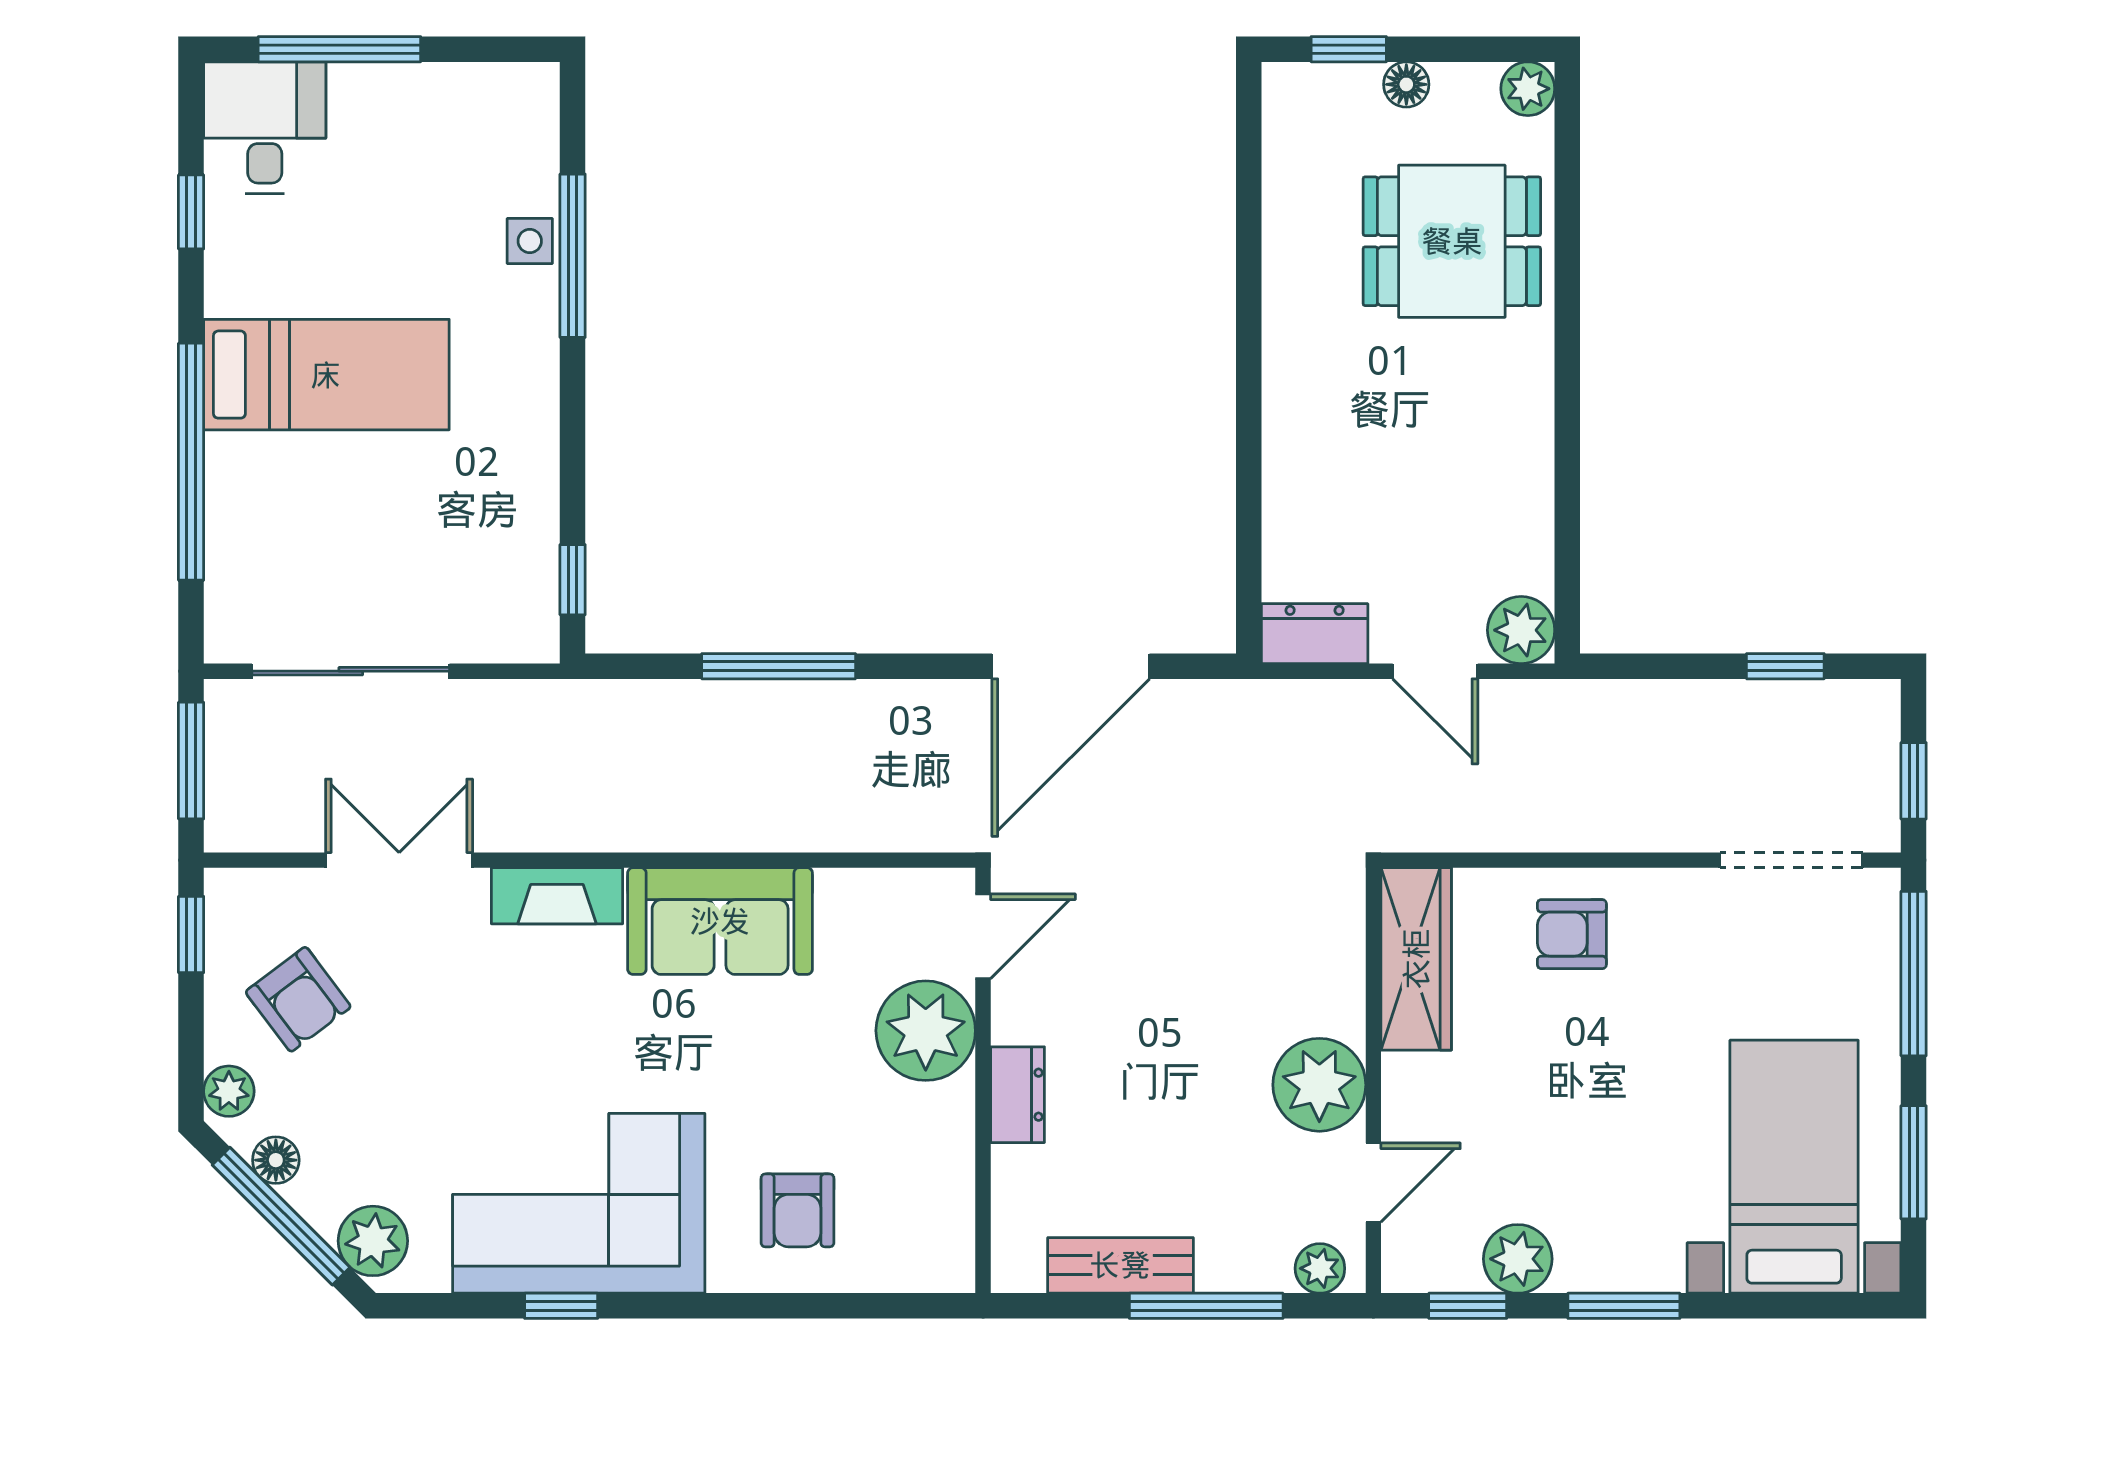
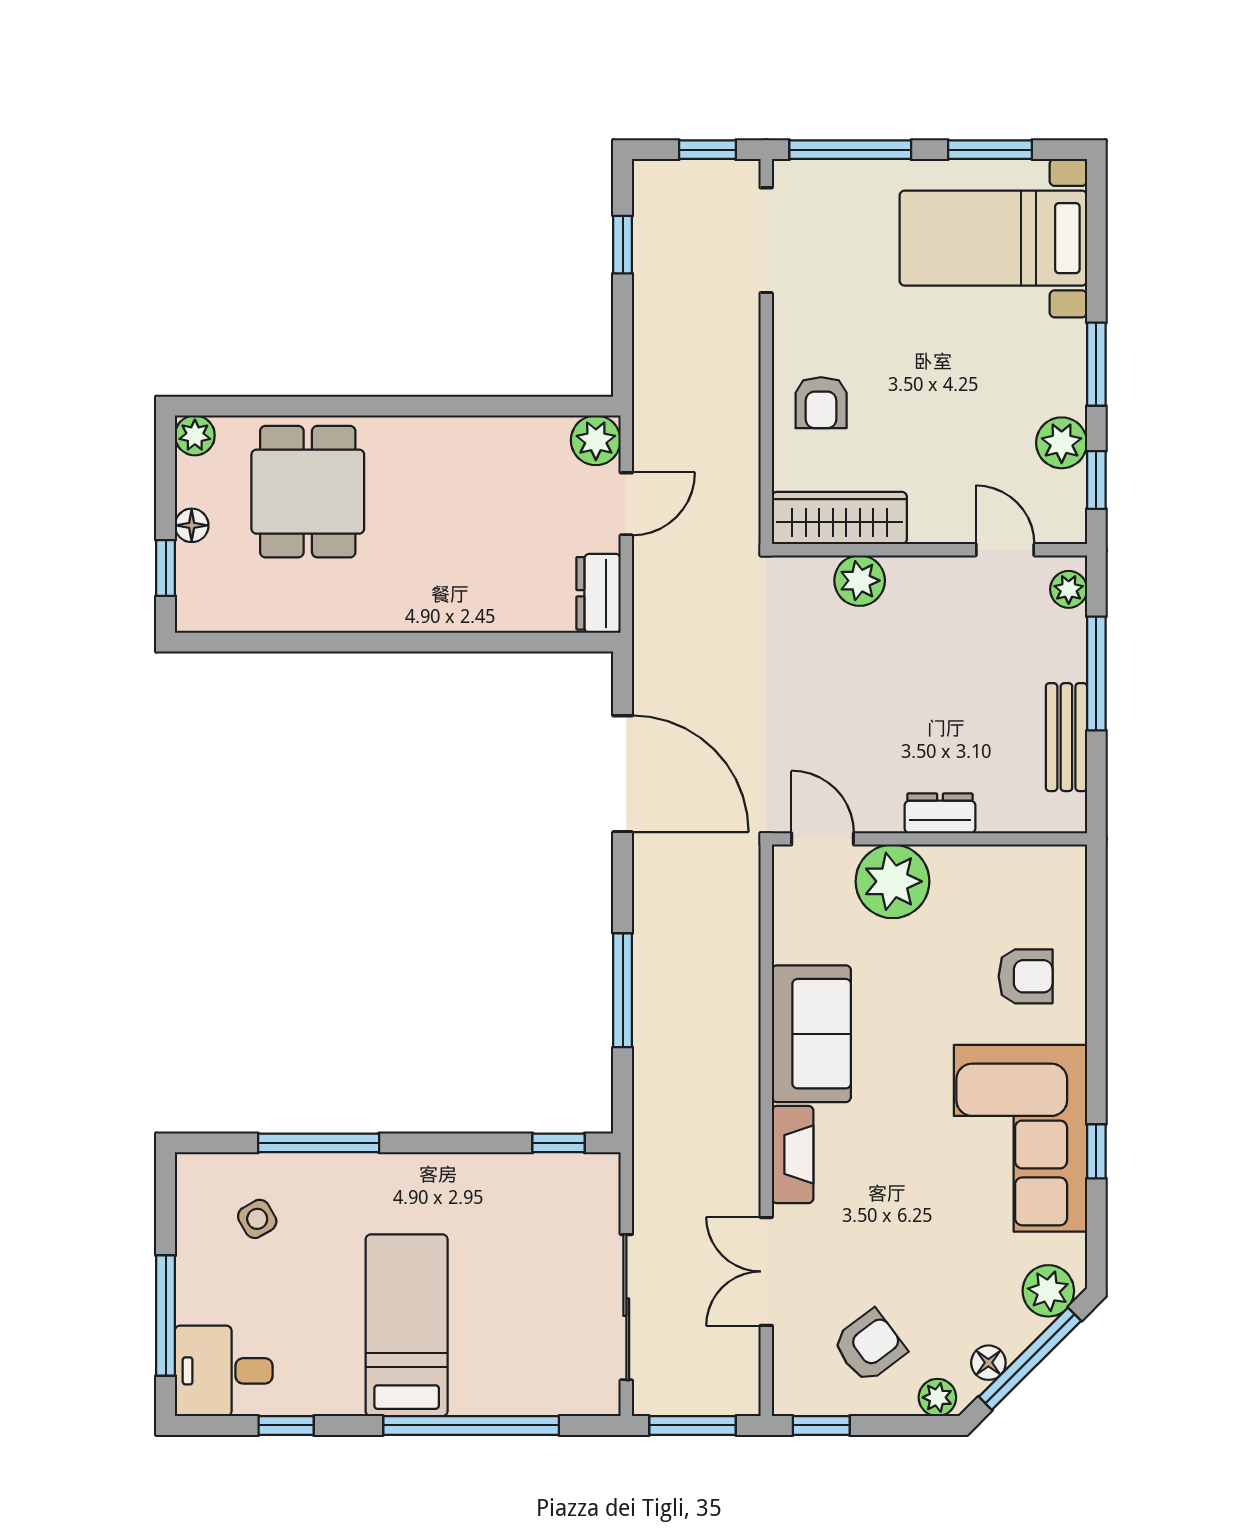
side table: (530, 241) -> (257, 1219), moved, turned -30
plant: (1319, 1085) -> (860, 581), moved, width x0.73, depth x0.73

